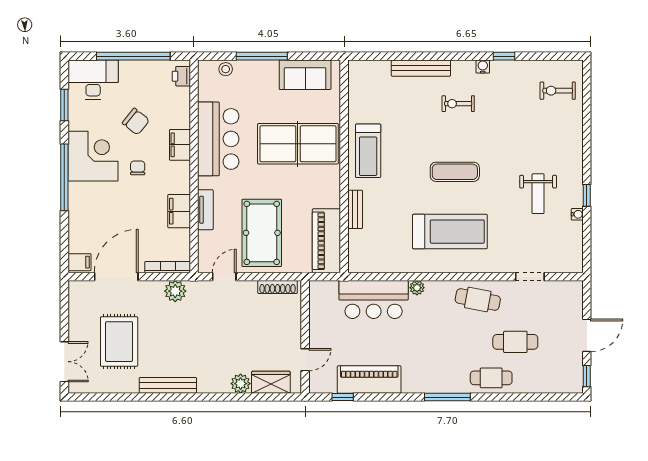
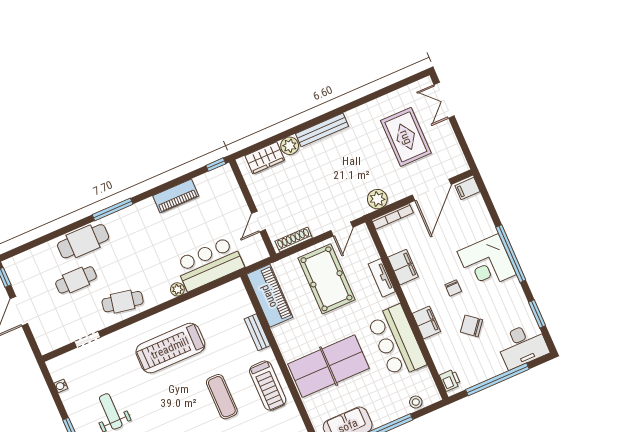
treadmill: (368, 151) -> (268, 386), turned 180
corner desk: (93, 156) -> (487, 263), moved
exercise mat: (455, 172) -> (222, 397), moved, turned 90
water cooler: (577, 214) -> (61, 386), moved
door: (305, 360) -> (259, 222), moved
cafe table: (491, 378) -> (83, 241), width x1.37, depth x1.35
piano: (369, 379) -> (176, 196), width x0.73, depth x0.75
bench: (168, 385) -> (322, 130), moved
window: (343, 397) -> (216, 165), moved

